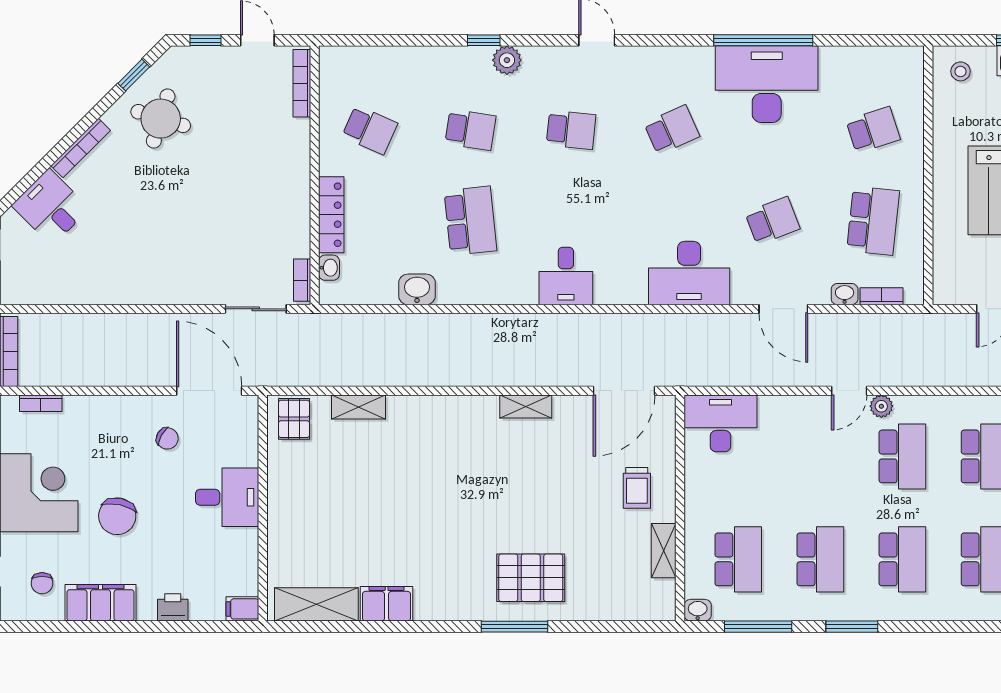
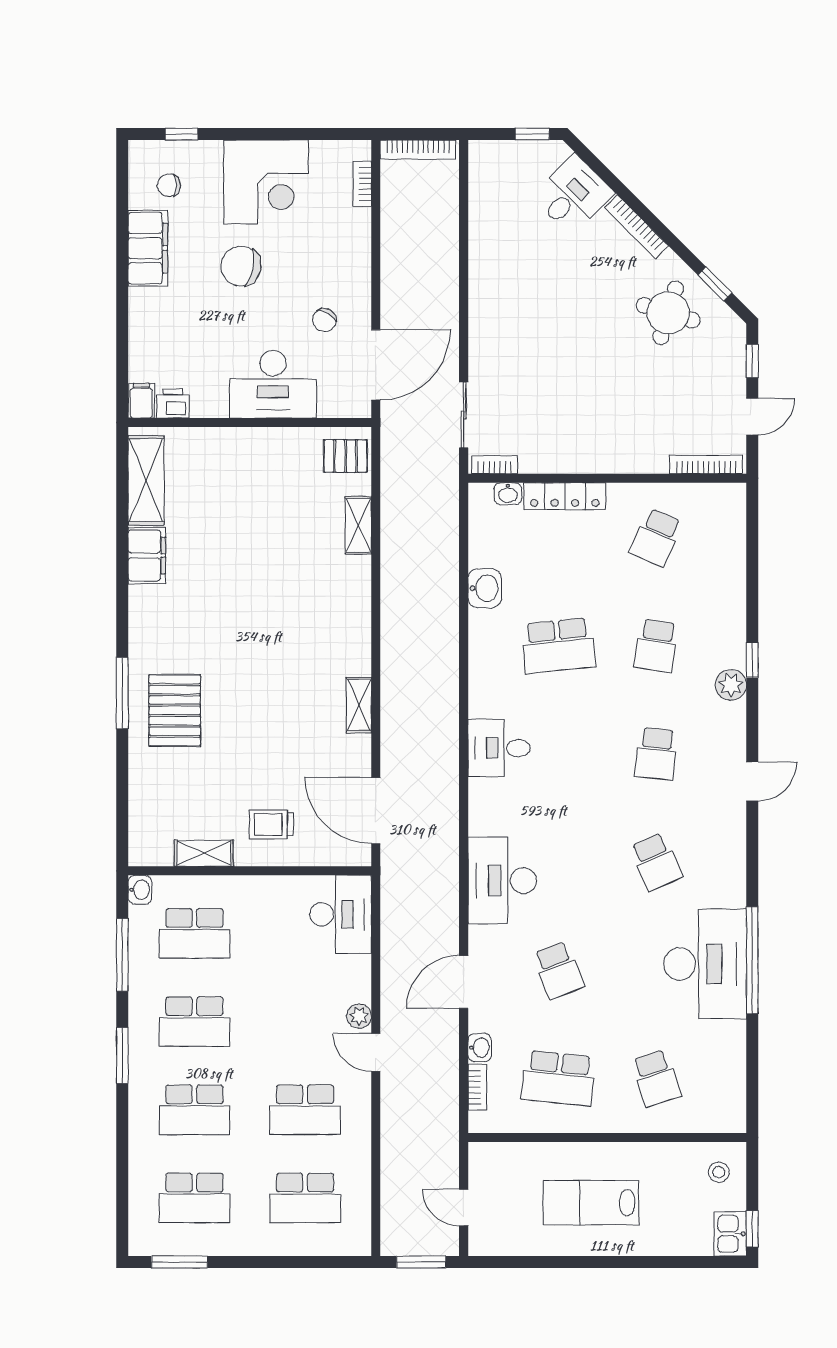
plant: (881, 406) -> (359, 1016), moved
desk: (227, 497) -> (273, 384), width x1.37
printer: (173, 607) -> (173, 403), moved, turned -90

